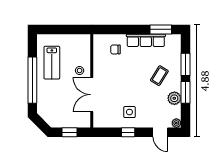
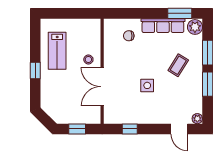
window: (32, 80) -> (35, 70), width x0.32
plant: (174, 98) -> (195, 27), moved
side table: (129, 112) -> (147, 85), moved
window: (128, 132) -> (130, 129), moved

